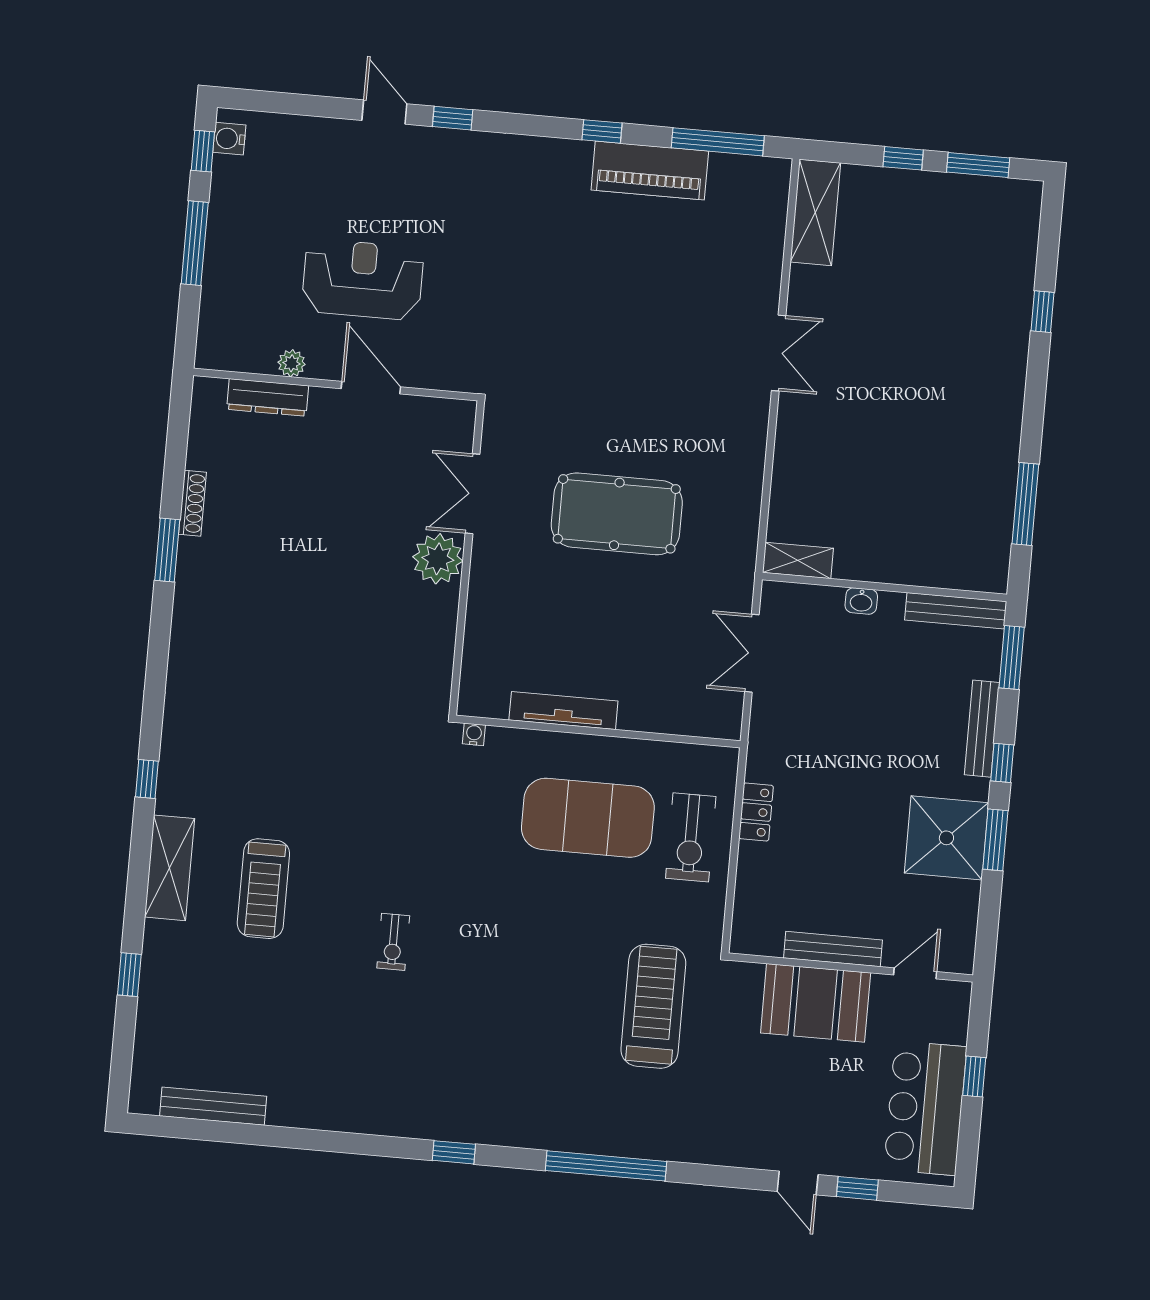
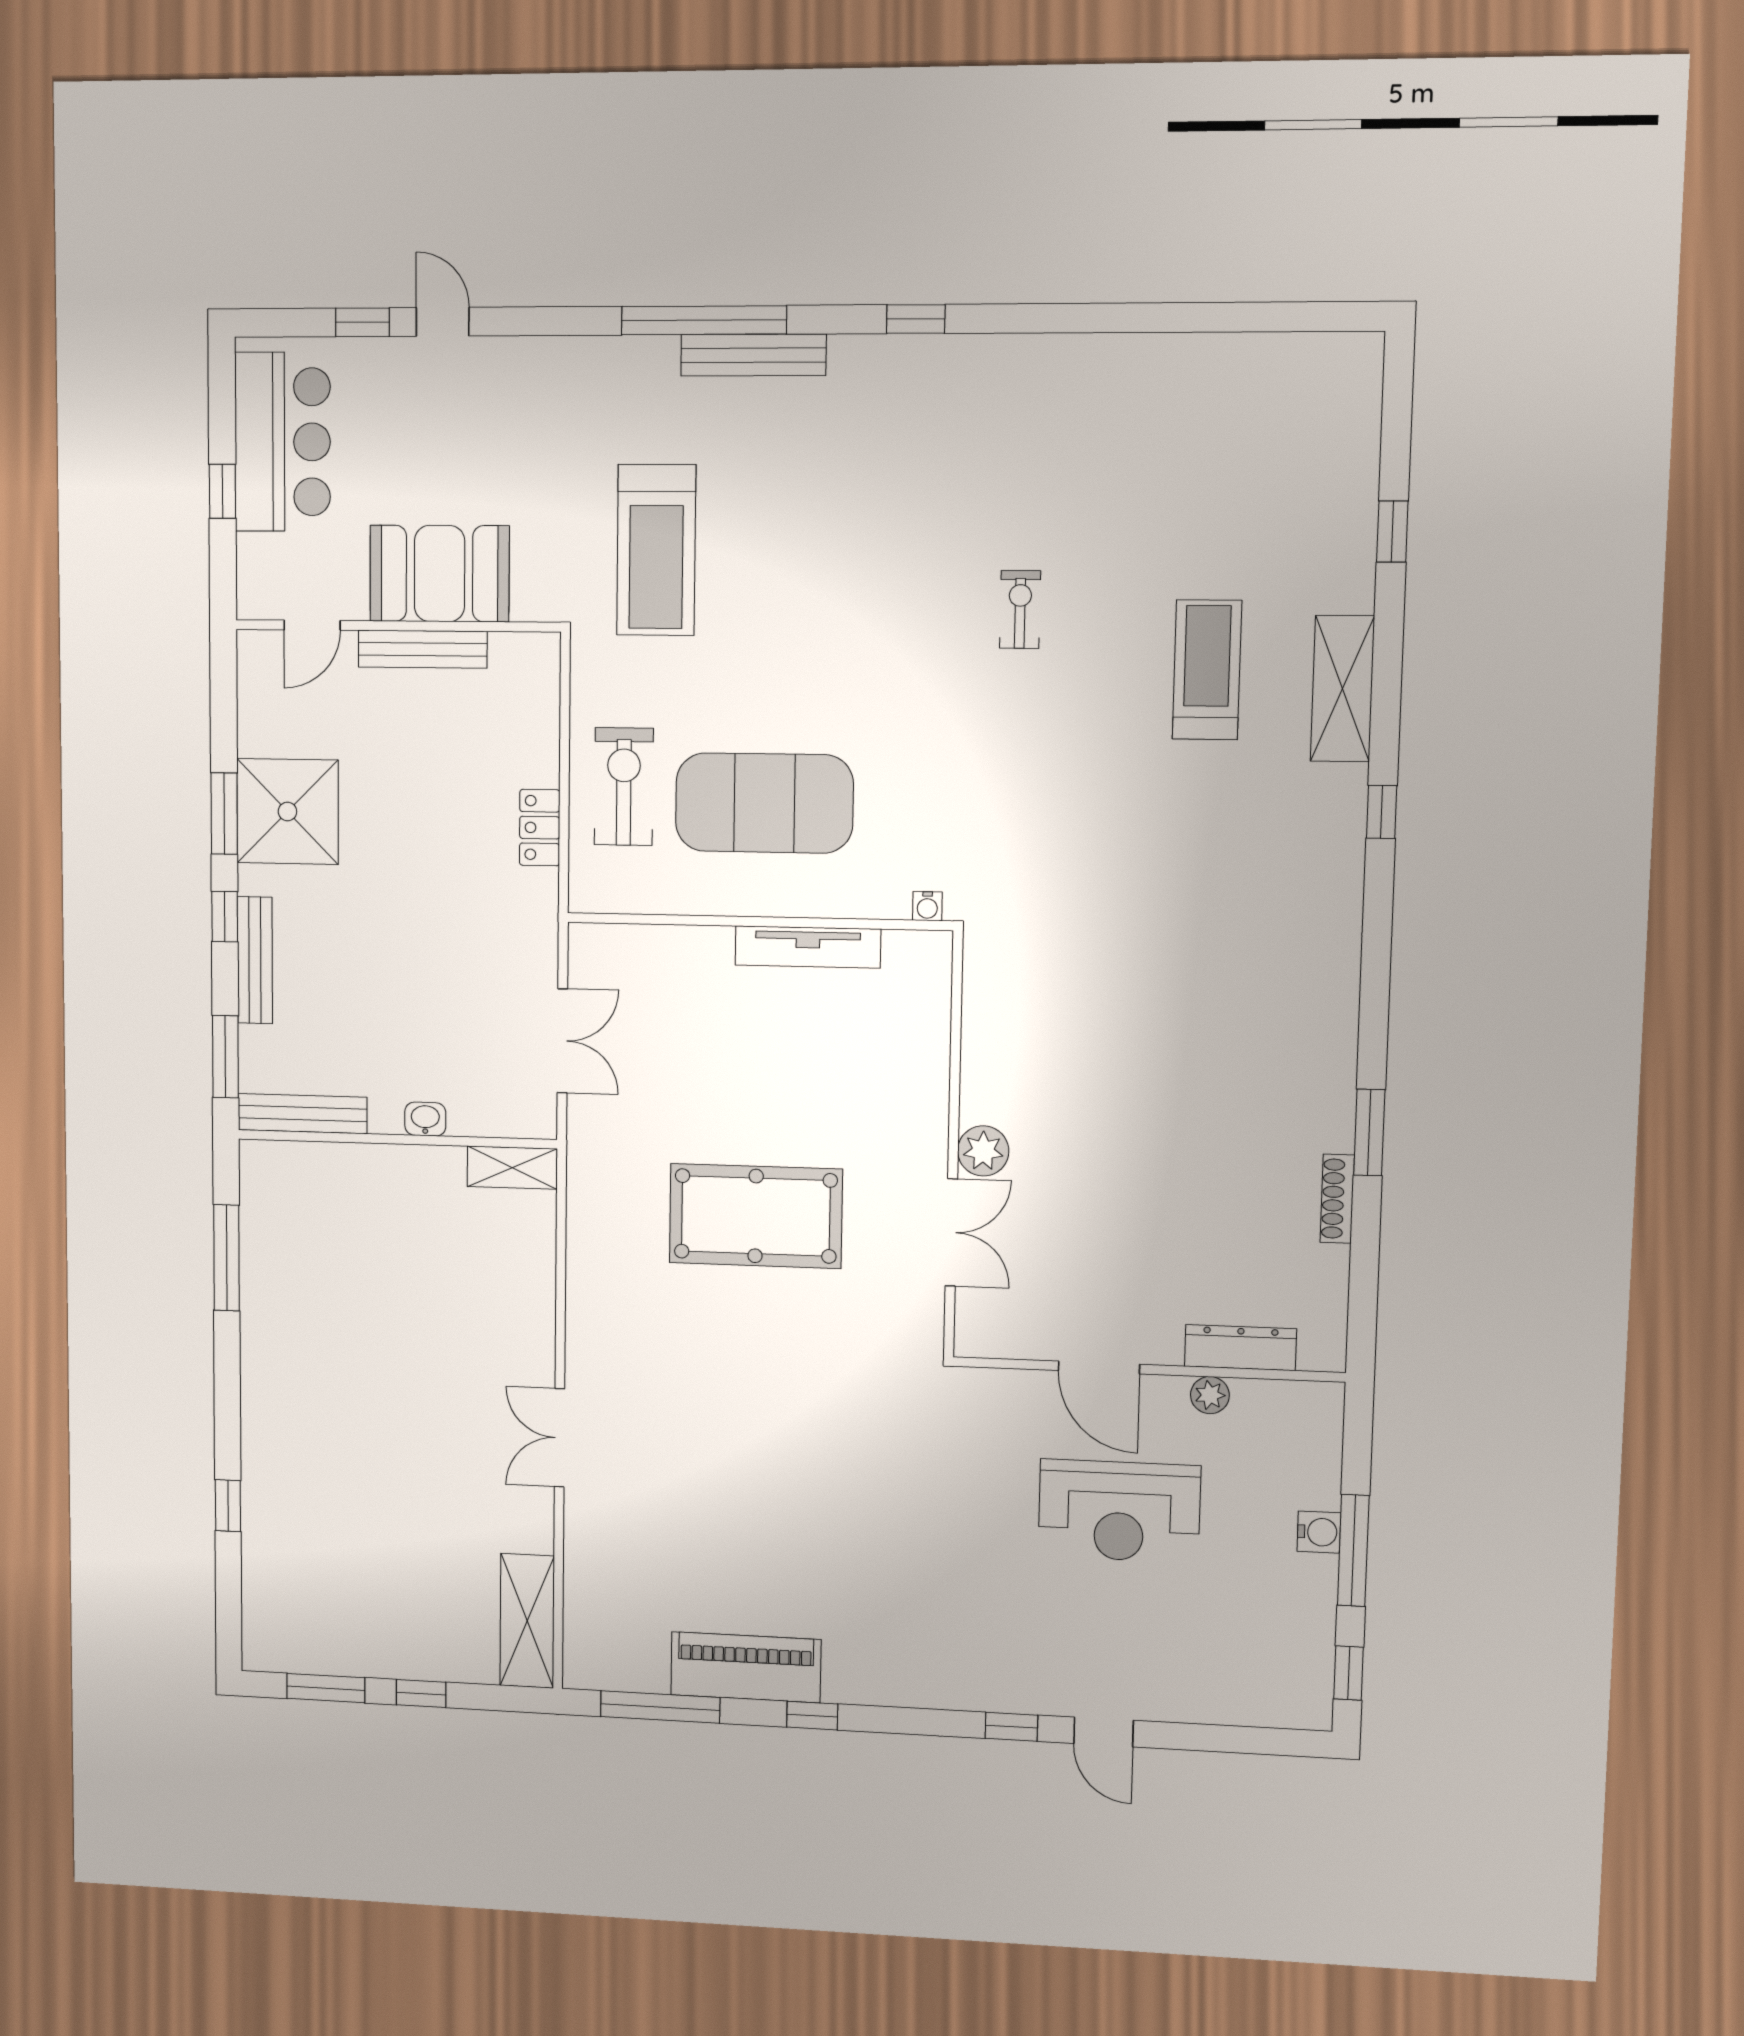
water cooler: (229, 139) -> (1319, 1532), moved
plant: (438, 559) -> (983, 1151), width x0.73, depth x0.73
bench: (213, 1106) -> (753, 355), moved

